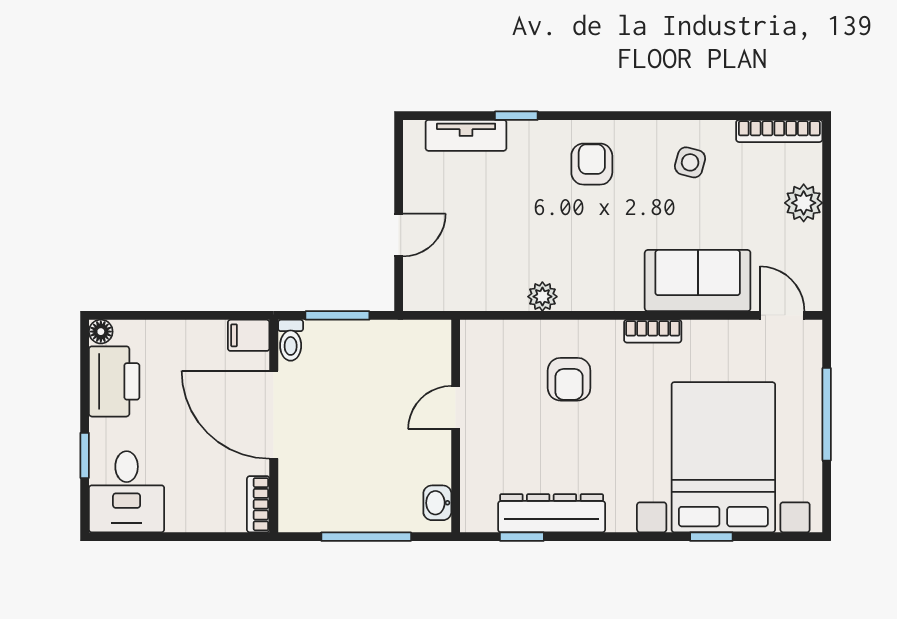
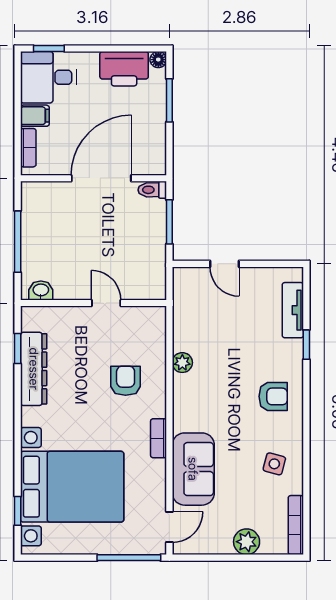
window: (160, 315) -> (169, 100), added
filing cabinet: (249, 335) -> (35, 116), moved, turned 90
armchair: (569, 379) -> (126, 381), turned 90
window: (827, 414) -> (129, 558), moved
window: (85, 455) -> (49, 49), moved
bookcase: (258, 504) -> (28, 148), moved, turned 90
window: (711, 537) -> (18, 511), moved

